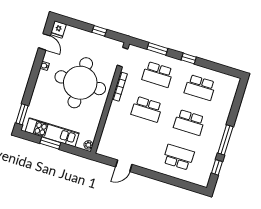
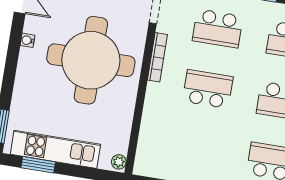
school desk: (147, 109) -> (208, 89), turned 180
window: (50, 143) -> (38, 165), moved

